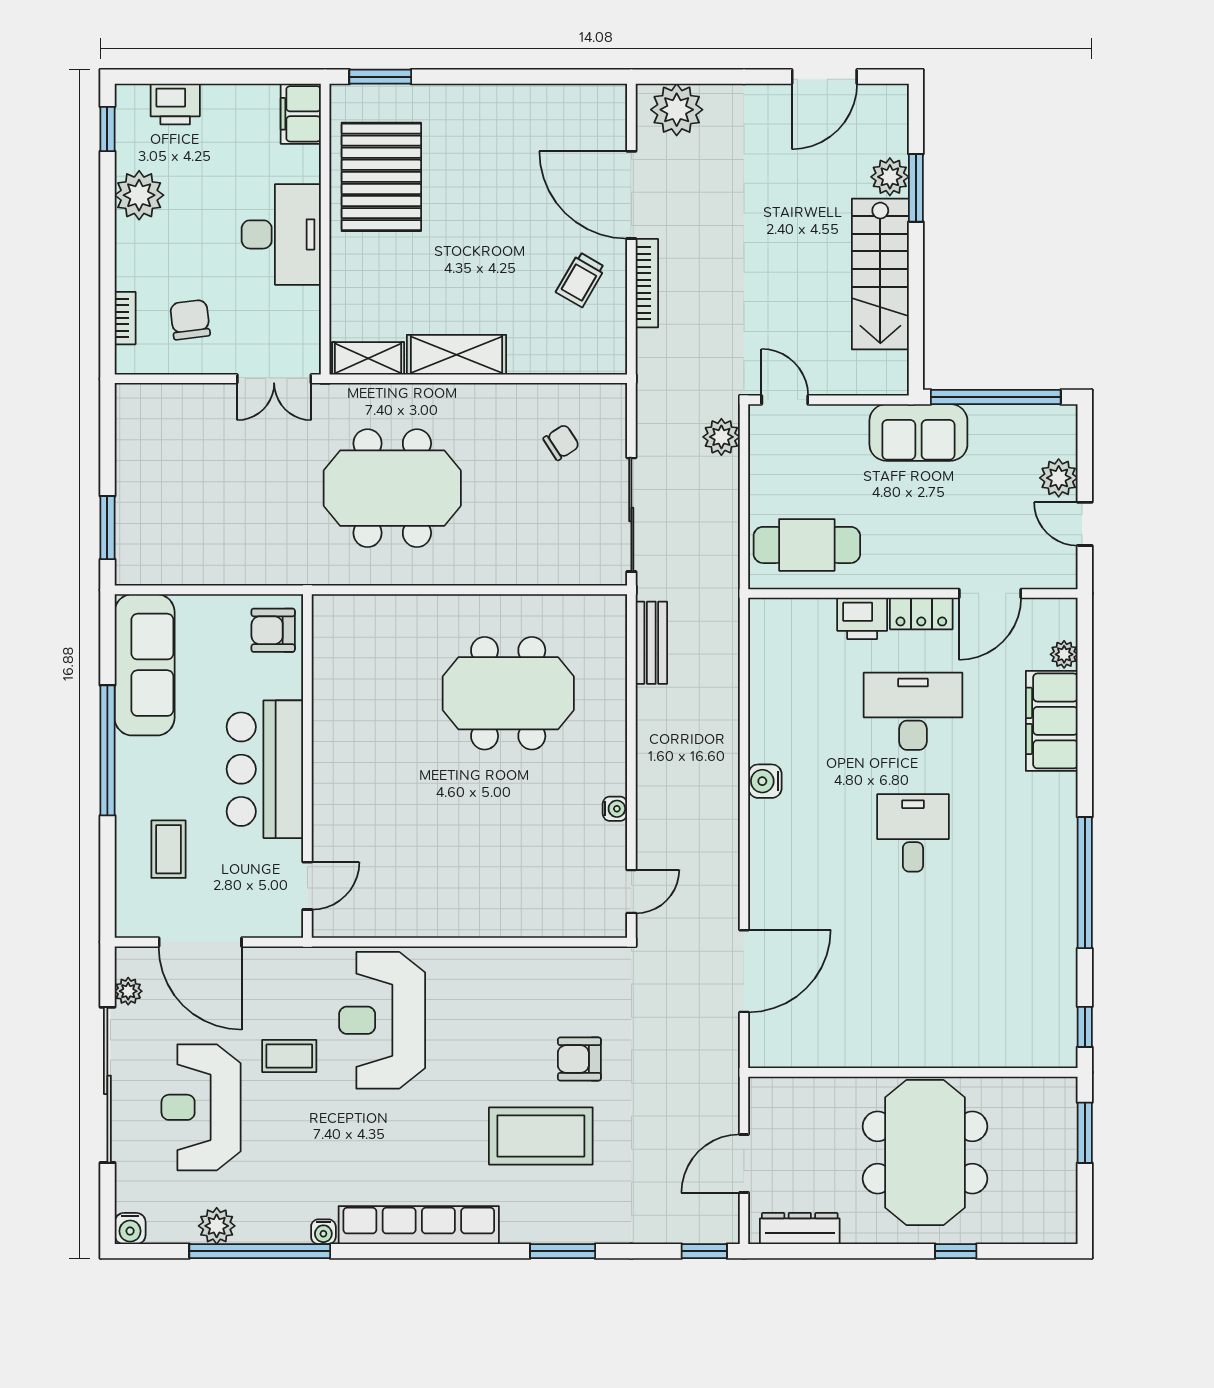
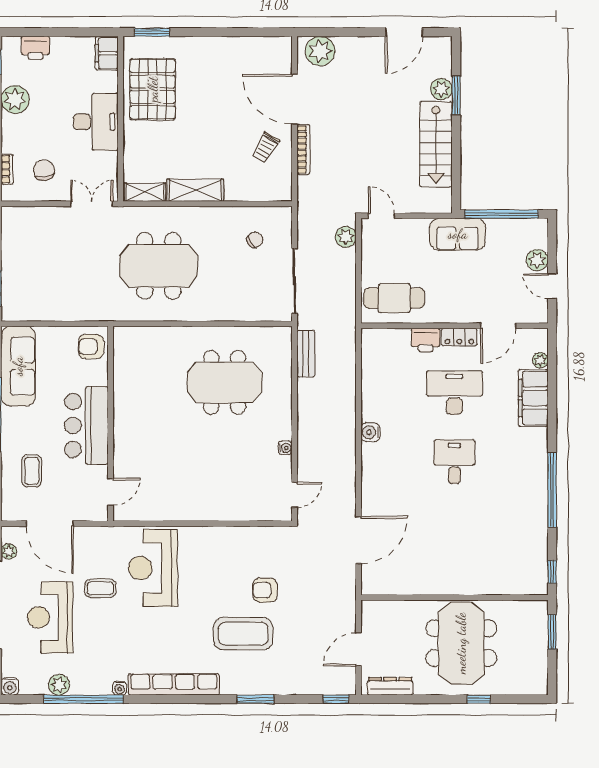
double door: (274, 379) -> (92, 204), swing flipped

